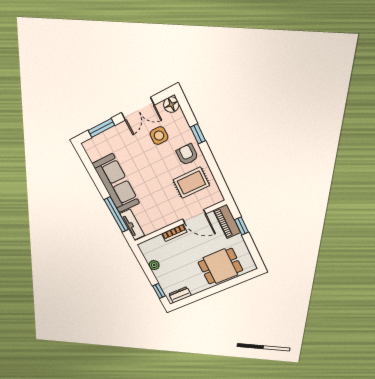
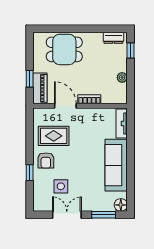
floor lamp: (171, 105) -> (121, 205), moved
window: (116, 215) -> (131, 139), removed

